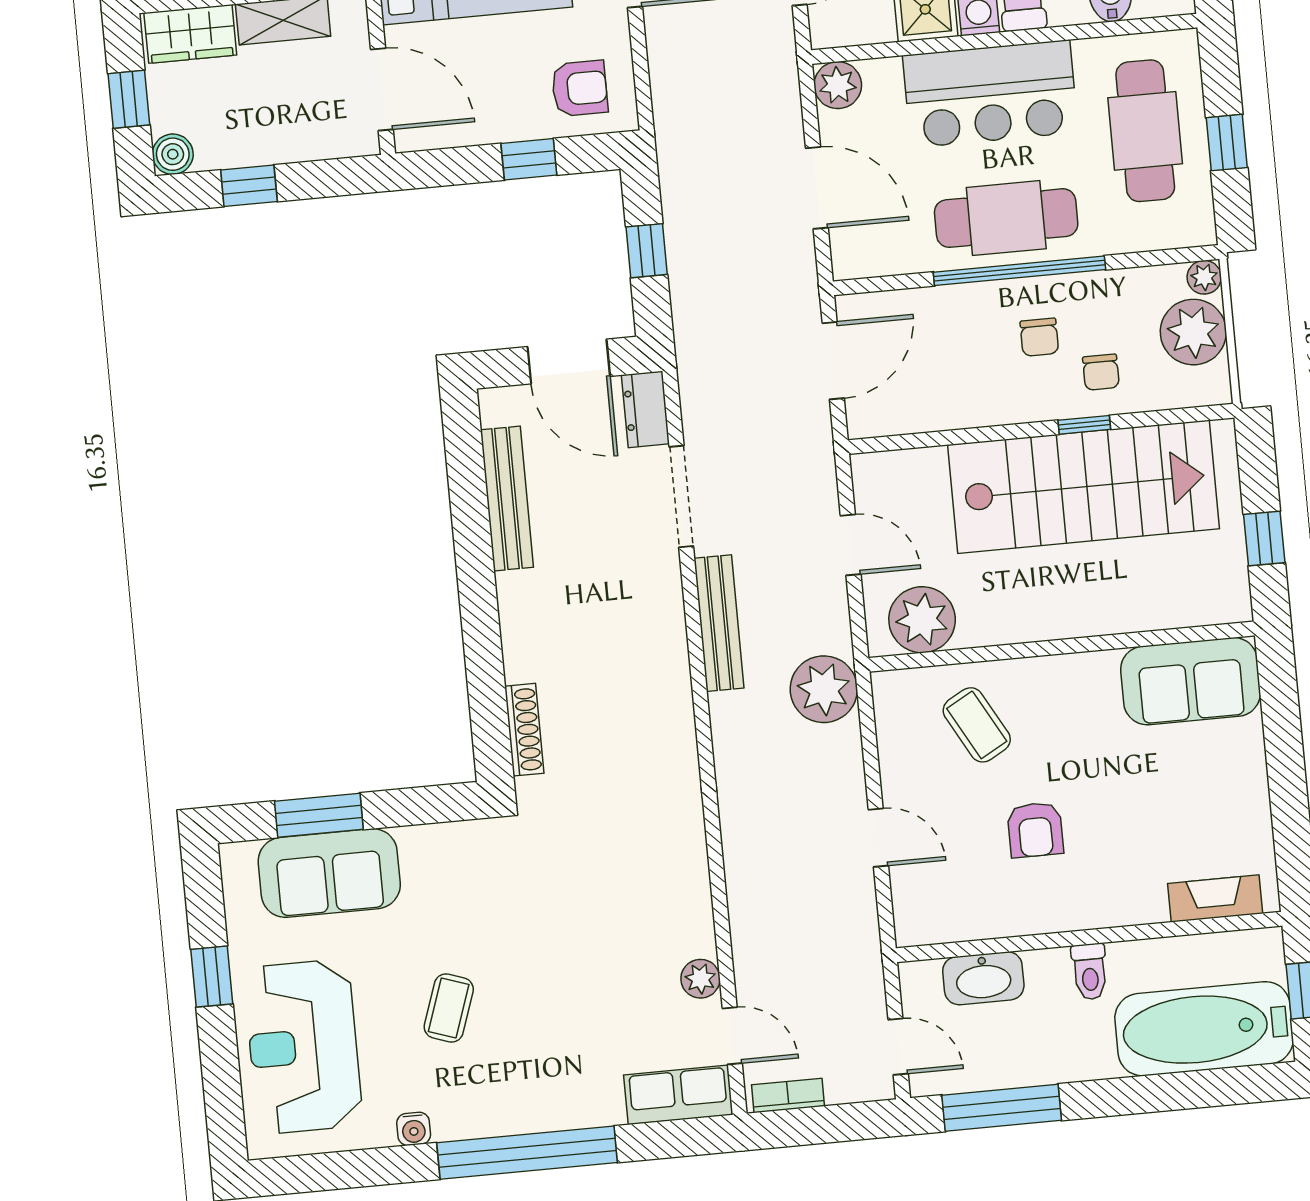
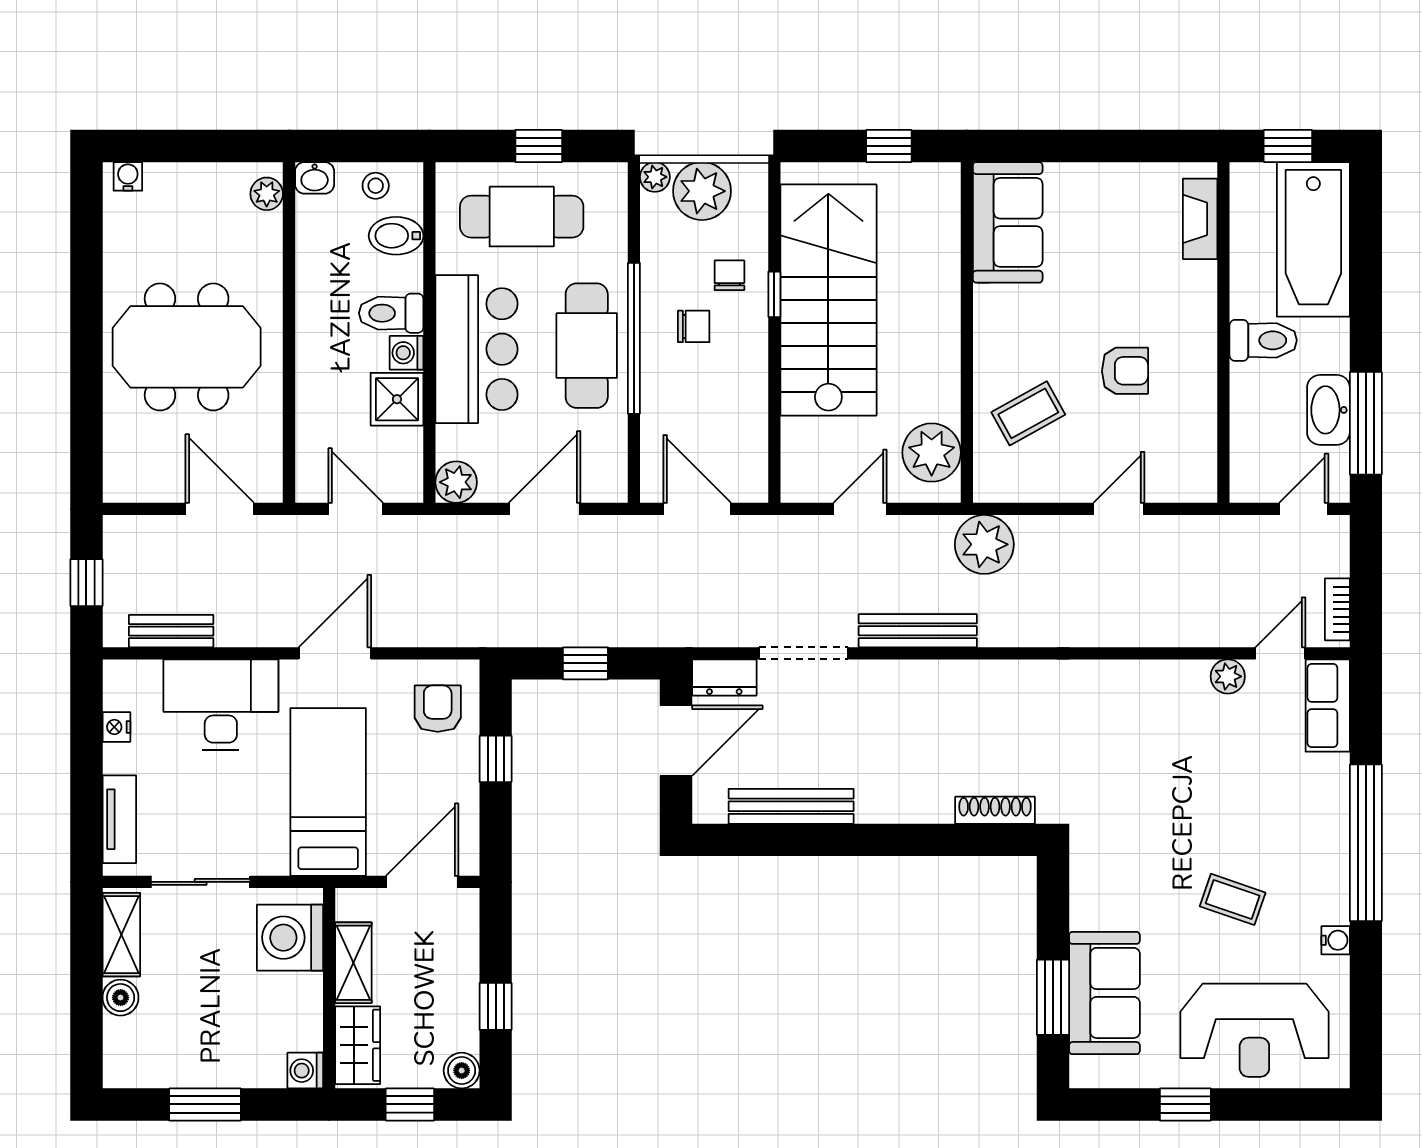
chair: (1101, 372) -> (729, 275), turned -90
toilet: (1090, 972) -> (1263, 340), width x1.37, depth x1.39
washbasin: (983, 978) -> (1328, 410), moved, turned 180

